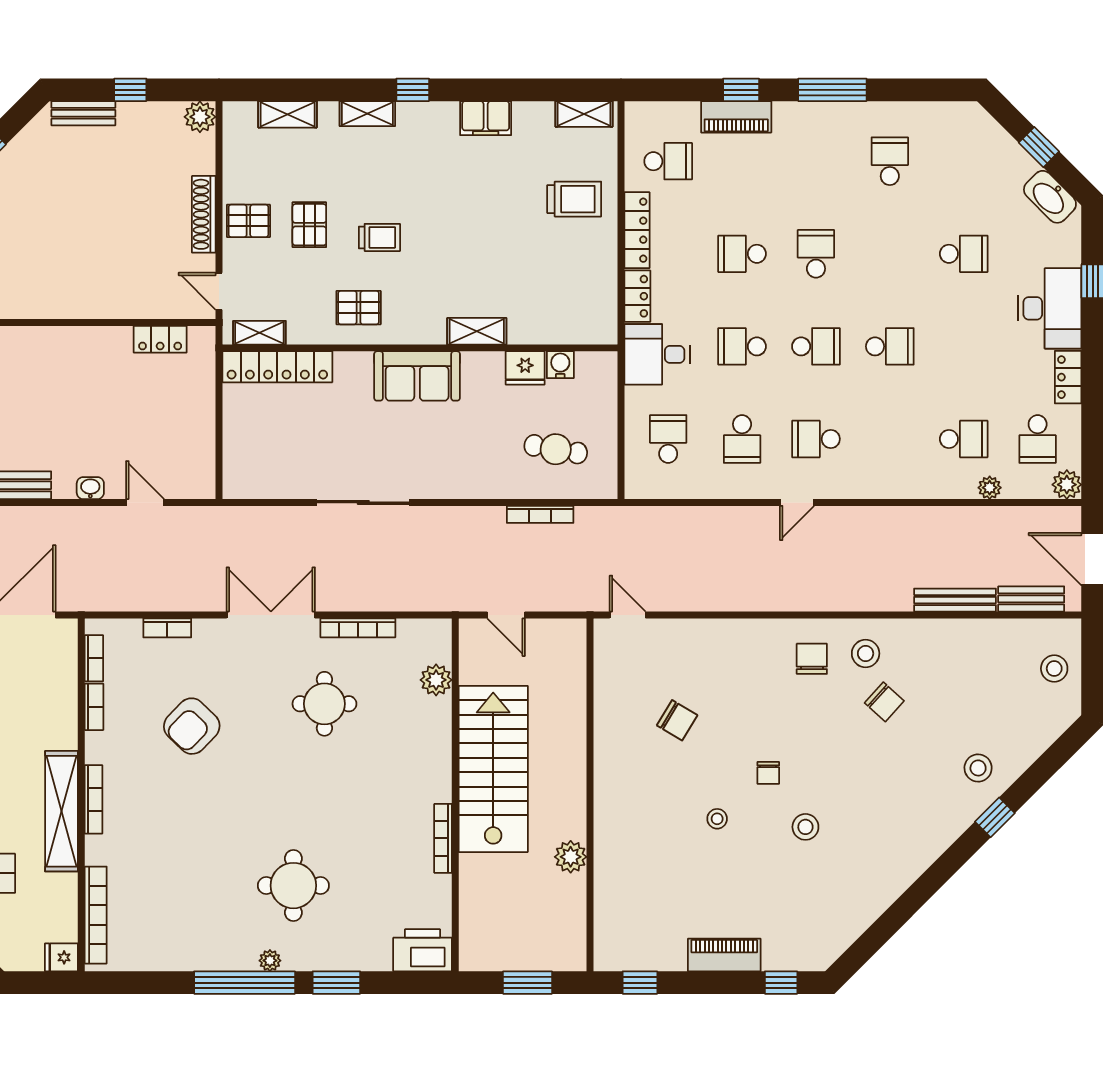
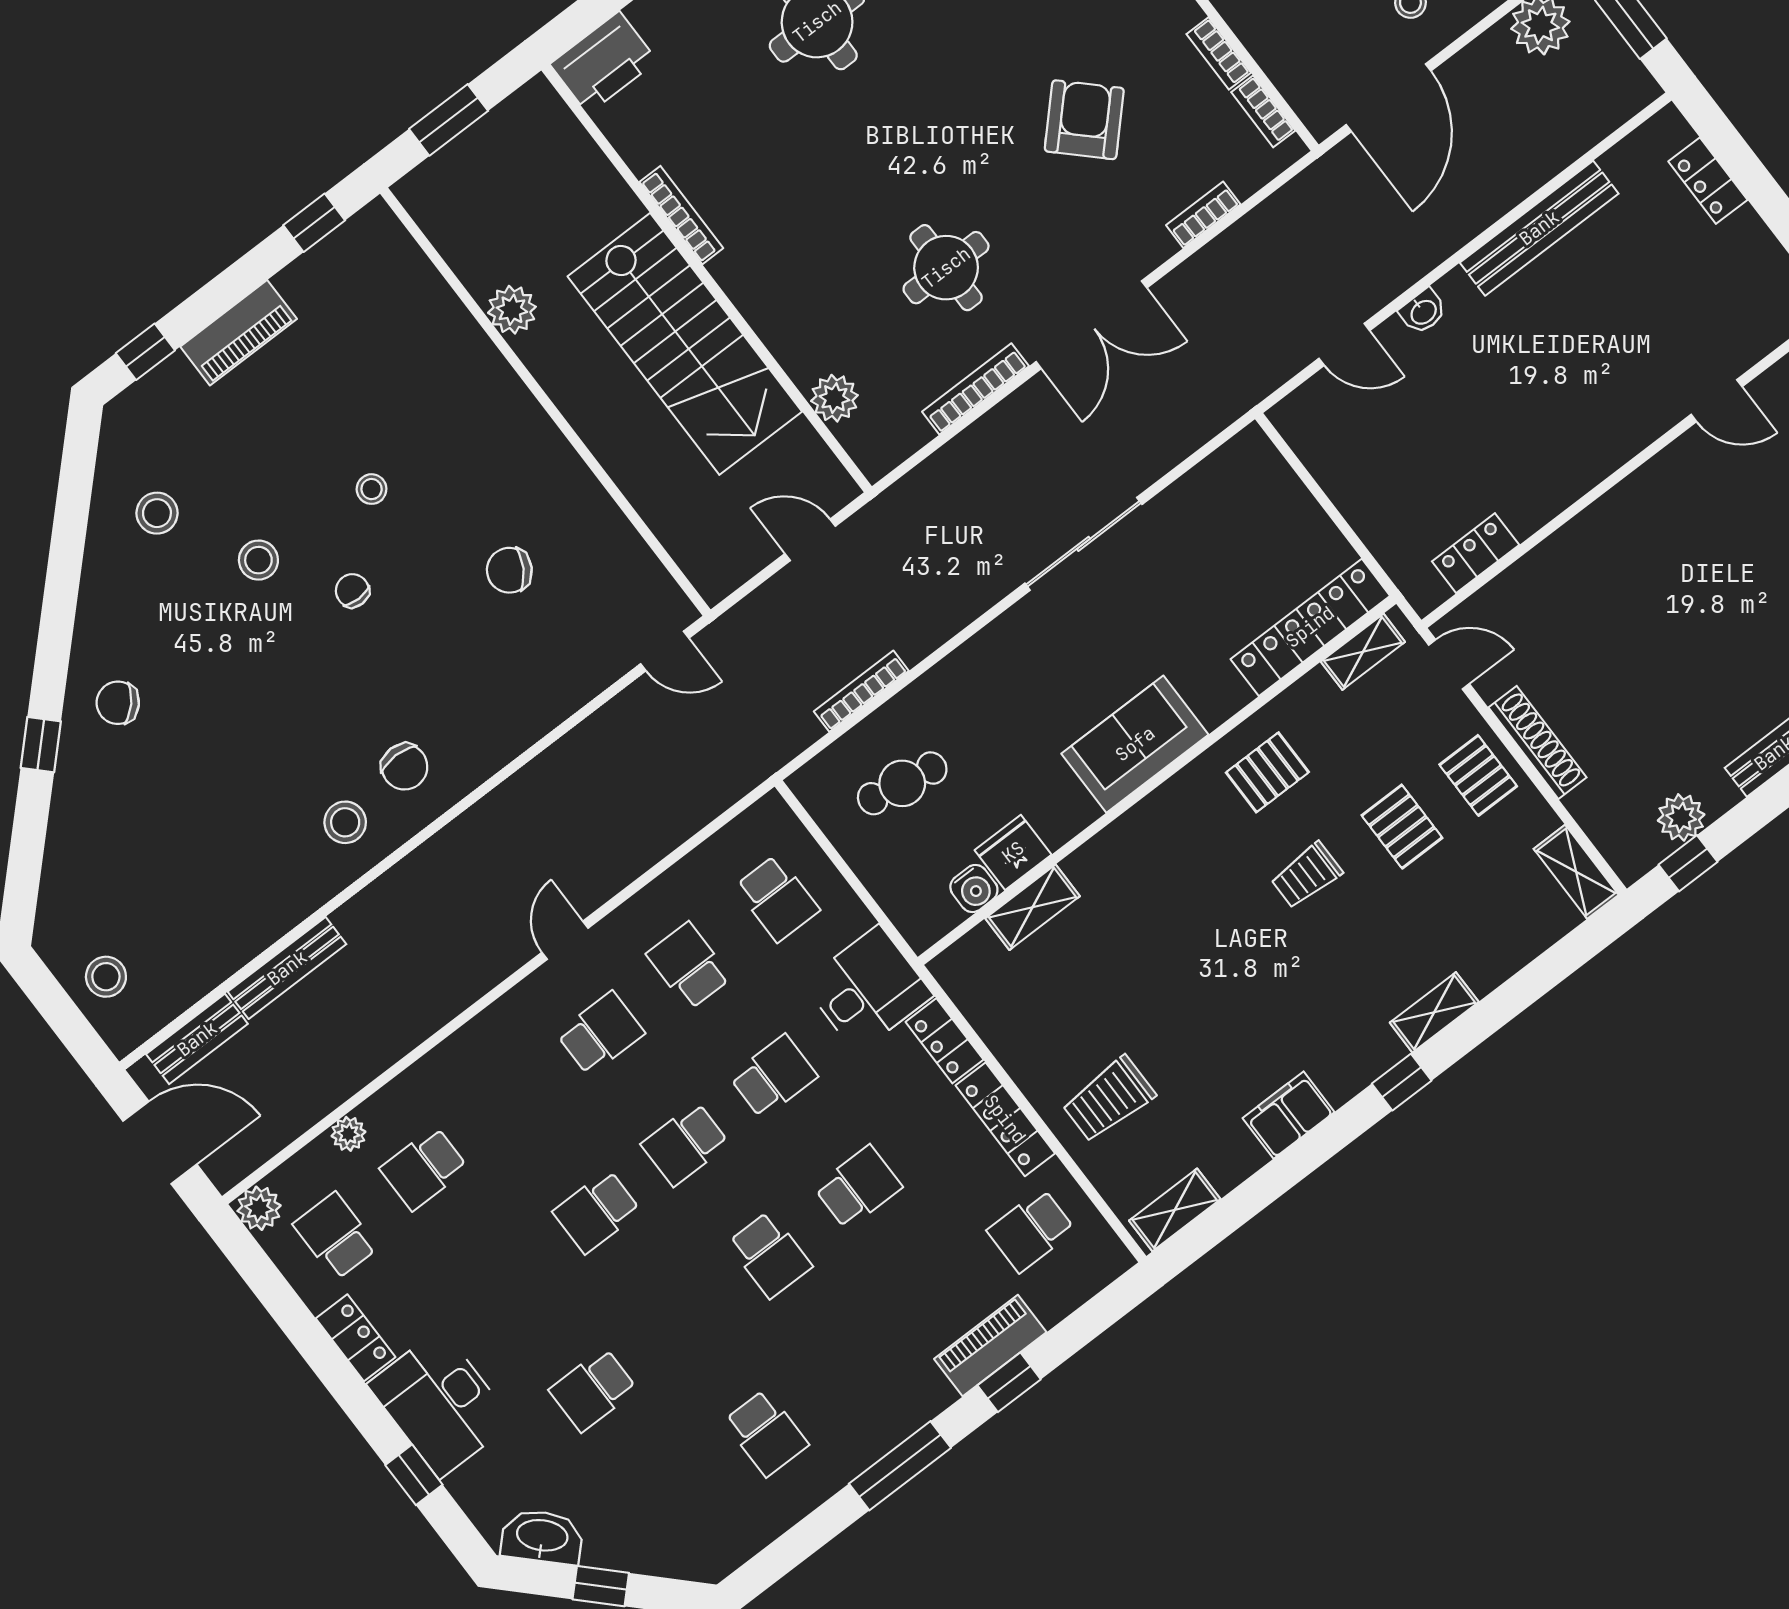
window: (130, 90) -> (1688, 863), moved
shelving: (288, 114) -> (1576, 872), moved, turned 90
plant: (200, 117) -> (1681, 817), moved
pallet: (248, 221) -> (1478, 775), turned 90
shelving: (477, 331) -> (1032, 907), moved
chair: (884, 702) -> (118, 703), moved
stool: (978, 768) -> (157, 513), moved

